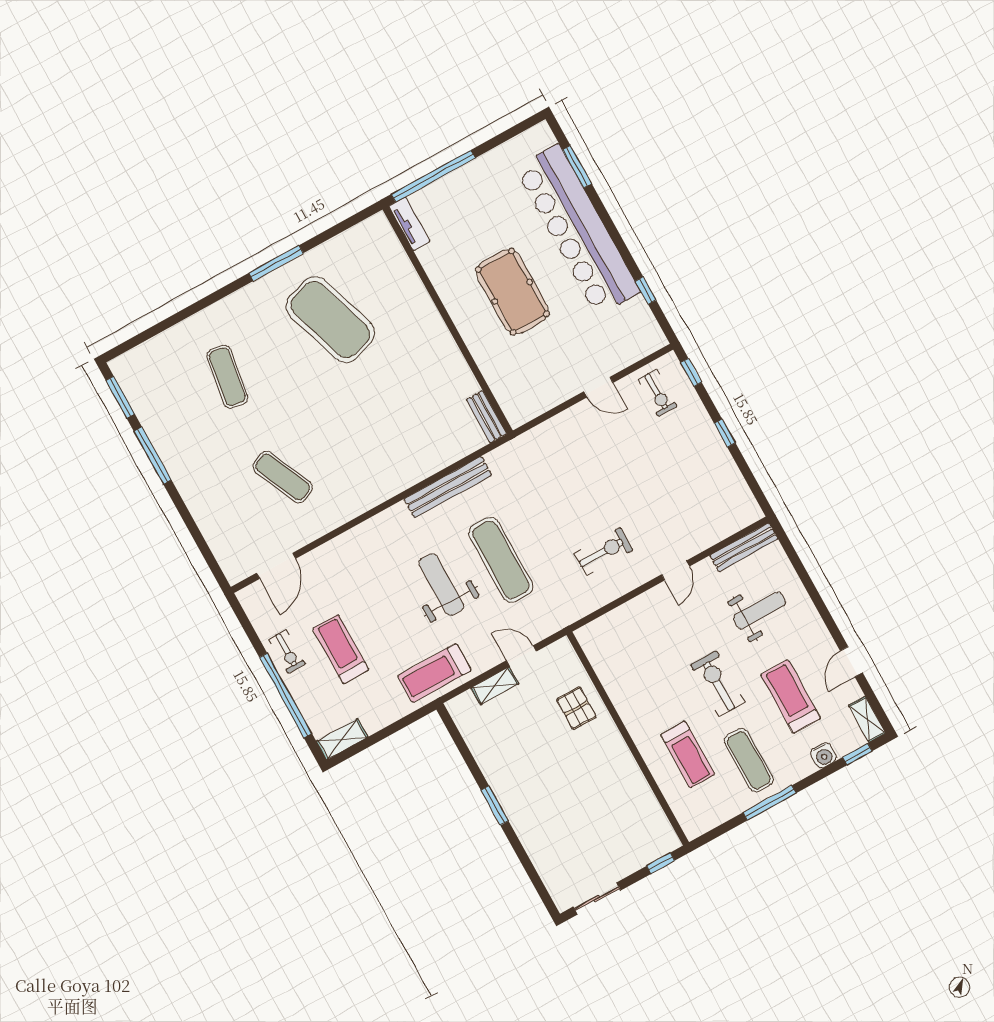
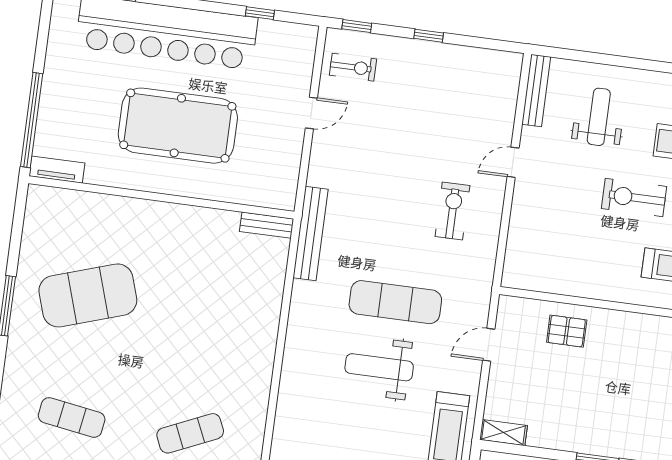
pool table: (512, 292) -> (178, 126), width x1.36, depth x1.32
bench: (448, 487) -> (311, 233), moved
door: (676, 570) -> (513, 162), swing flipped
shelving: (495, 686) -> (504, 433), moved, turned 90

